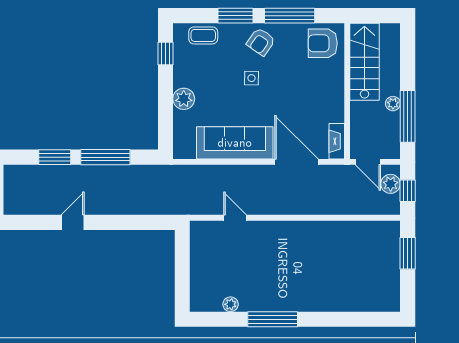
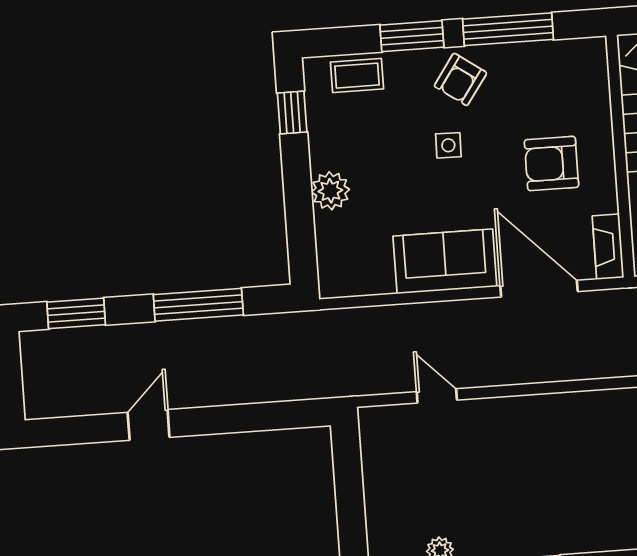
armchair: (323, 43) -> (551, 163), moved
sofa: (235, 143) -> (445, 261), width x0.73
window: (55, 157) -> (76, 313), moved

